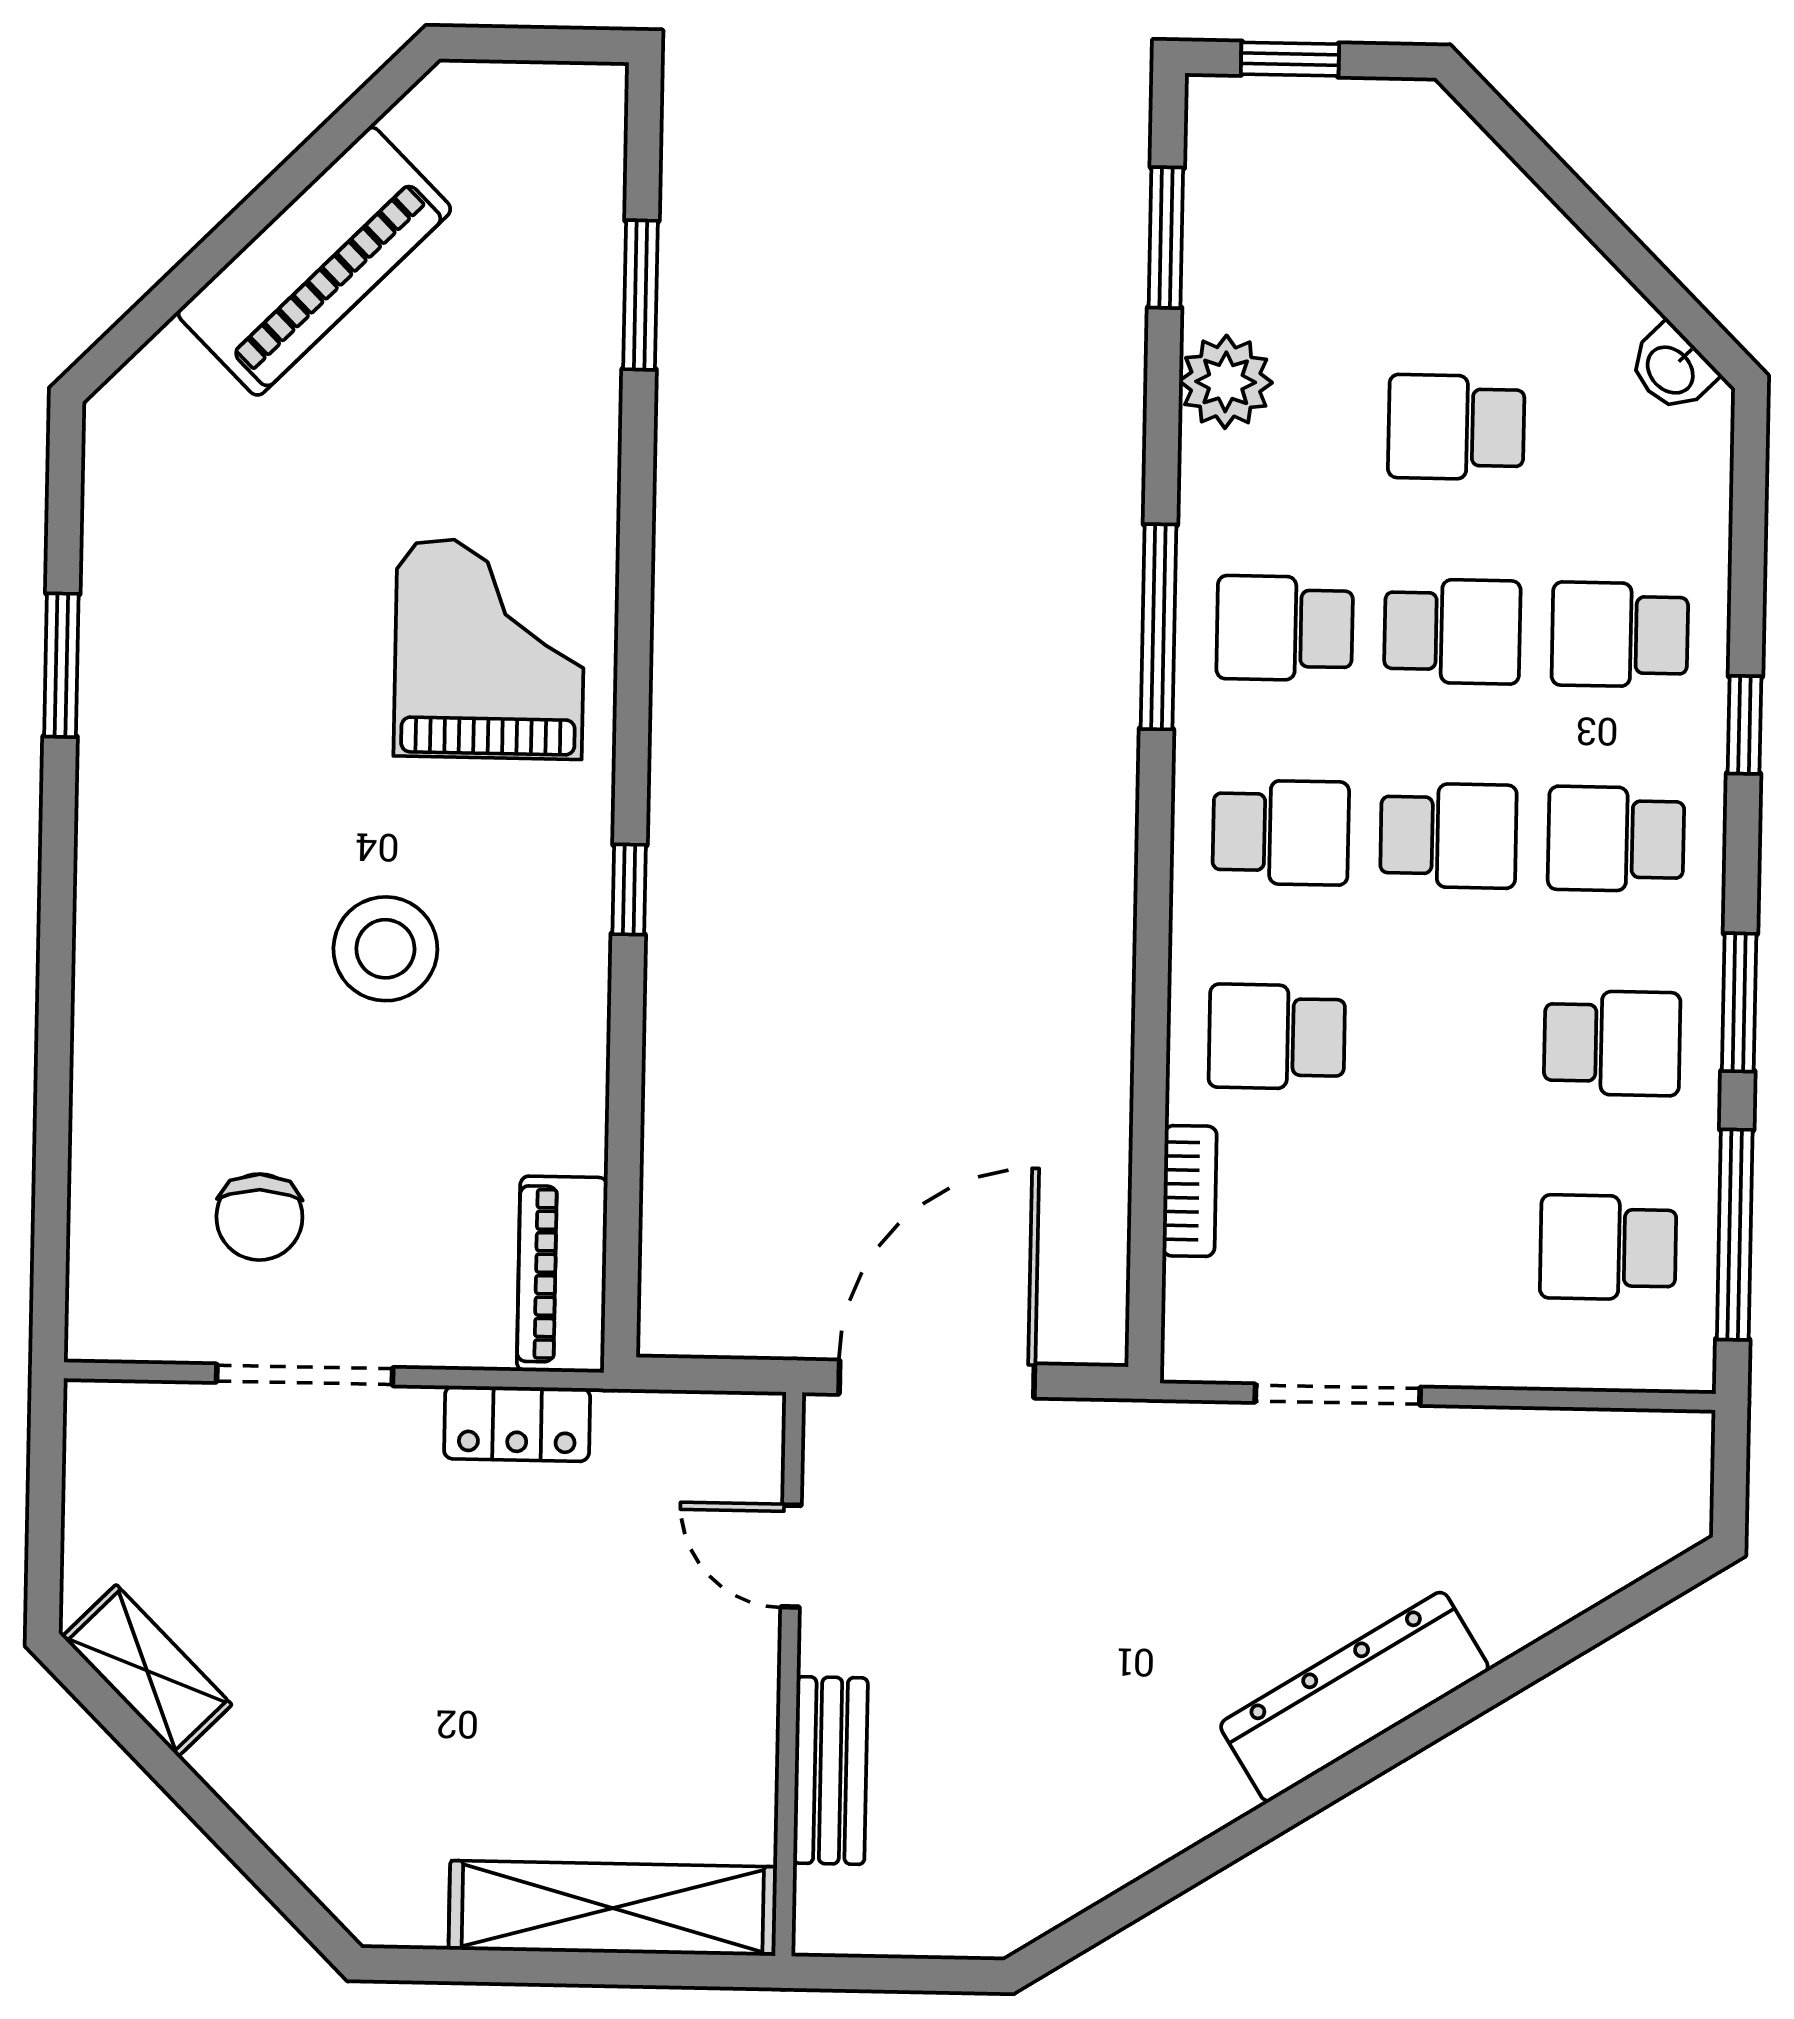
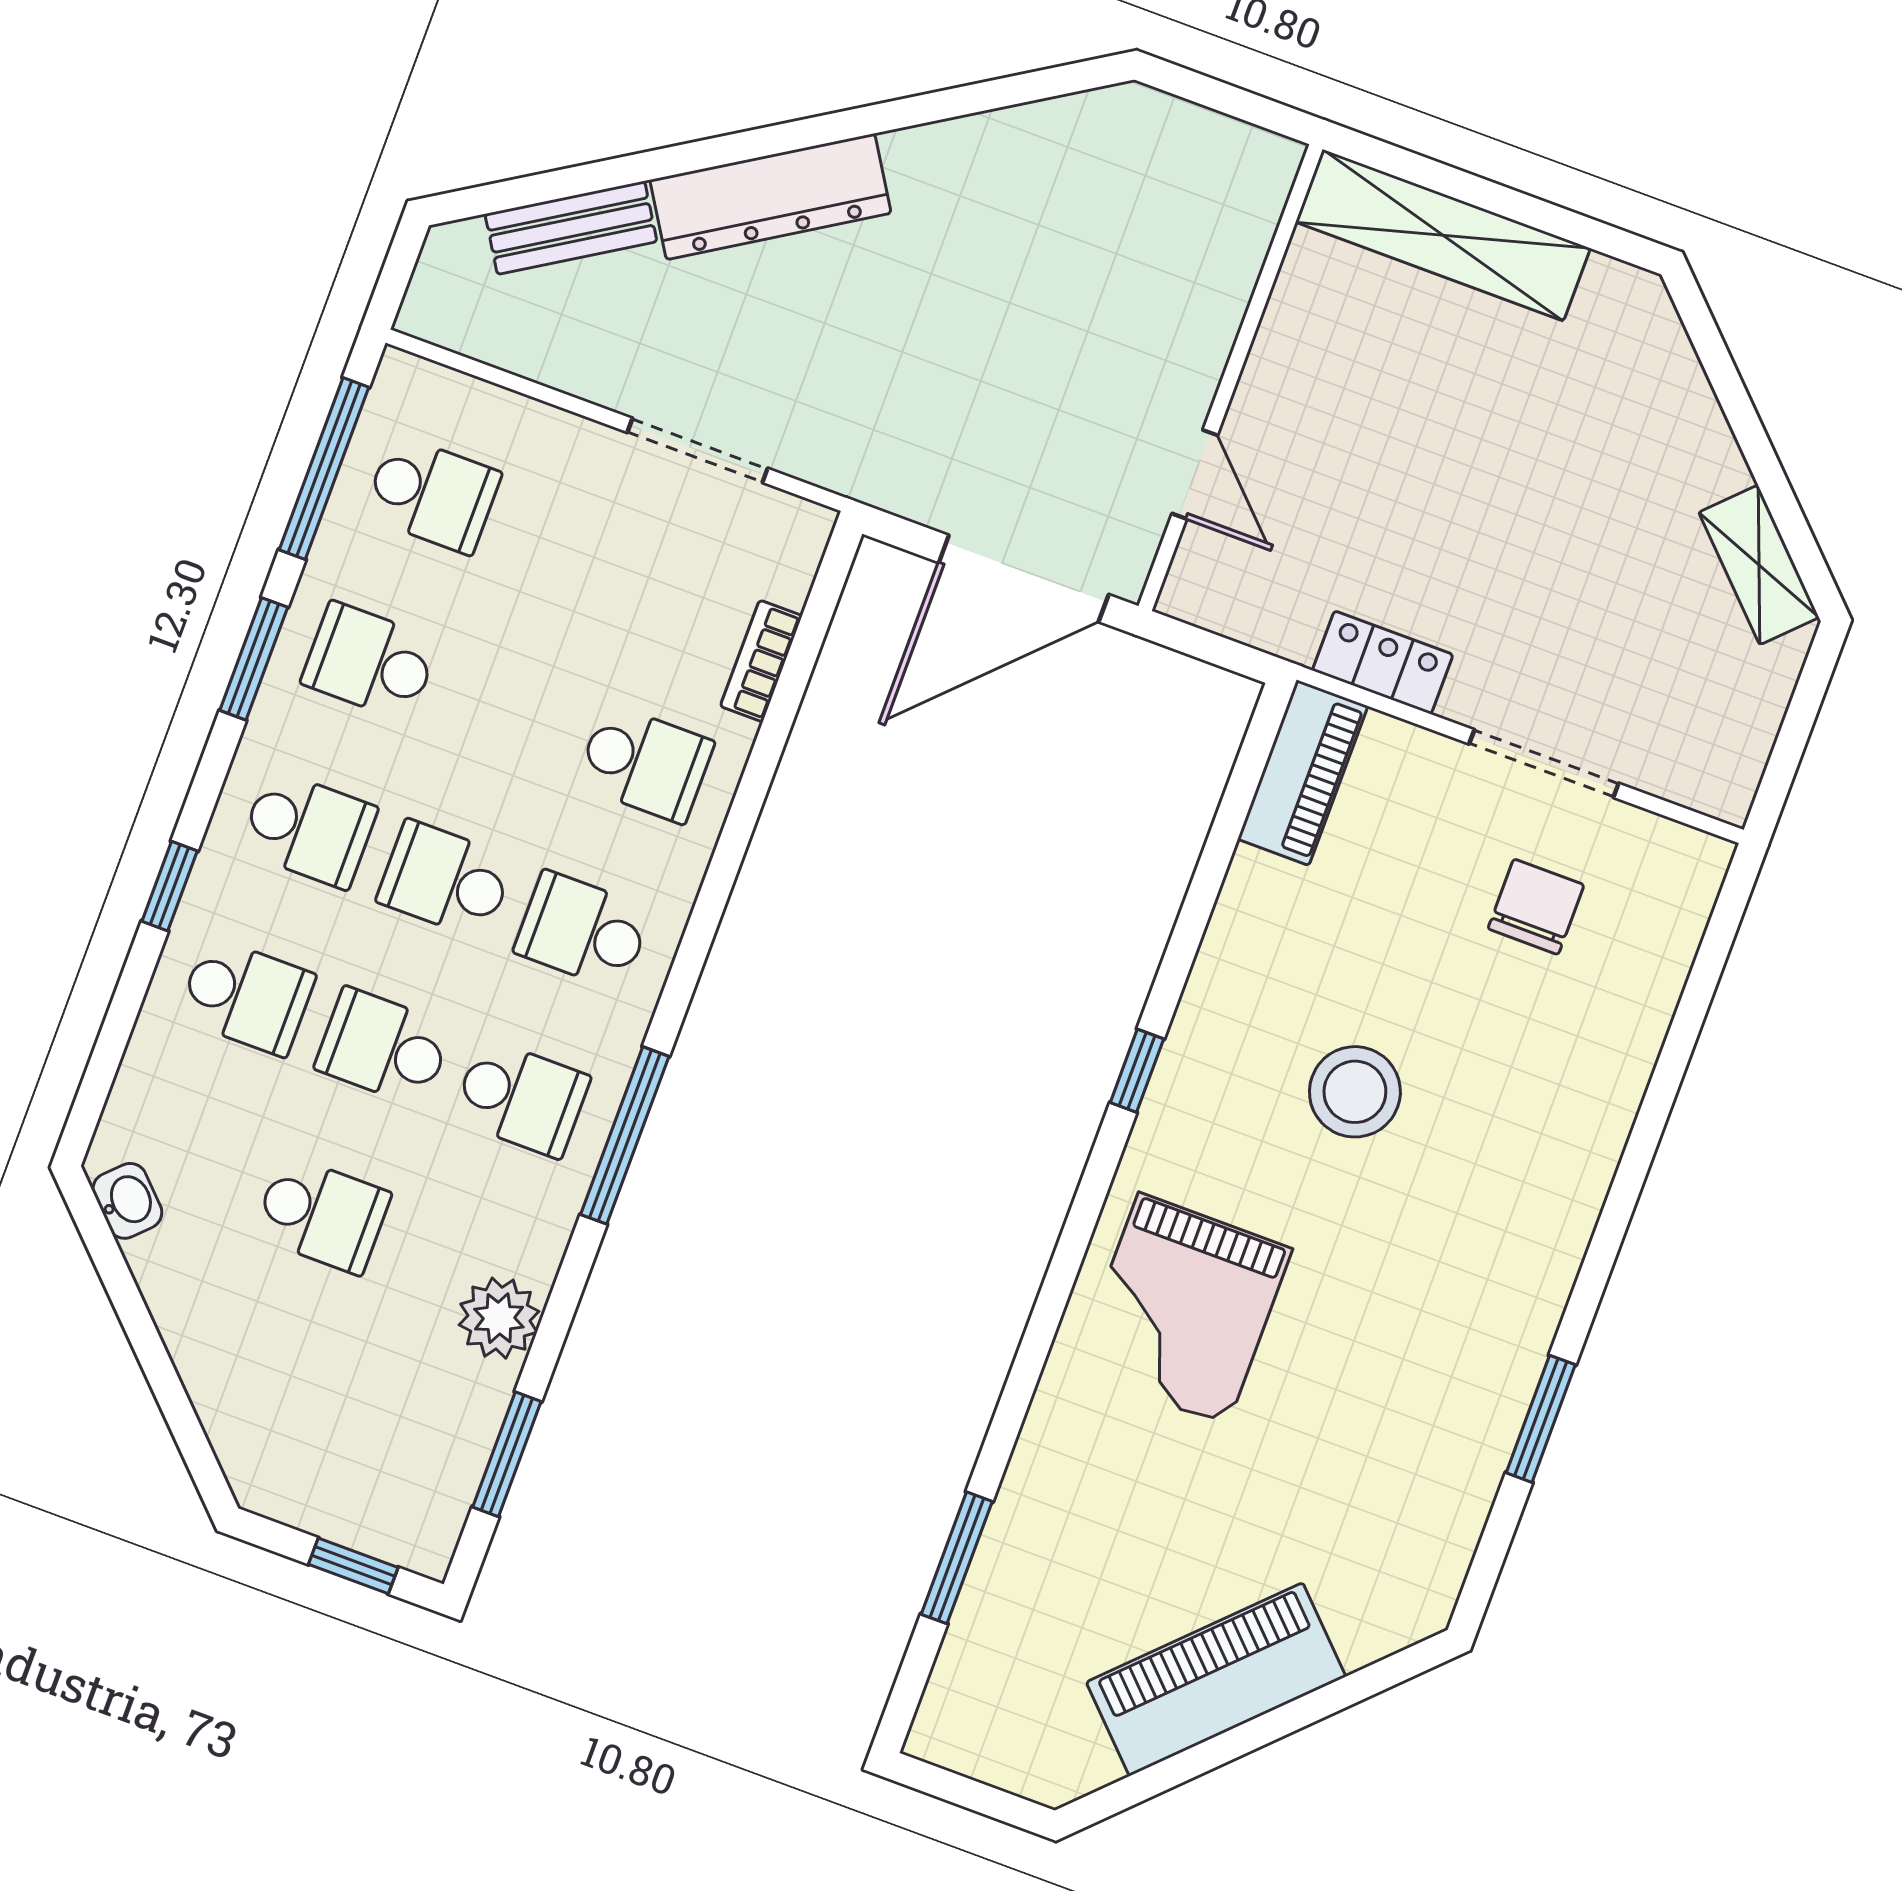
bench: (830, 1771) -> (571, 228), moved, turned 58

